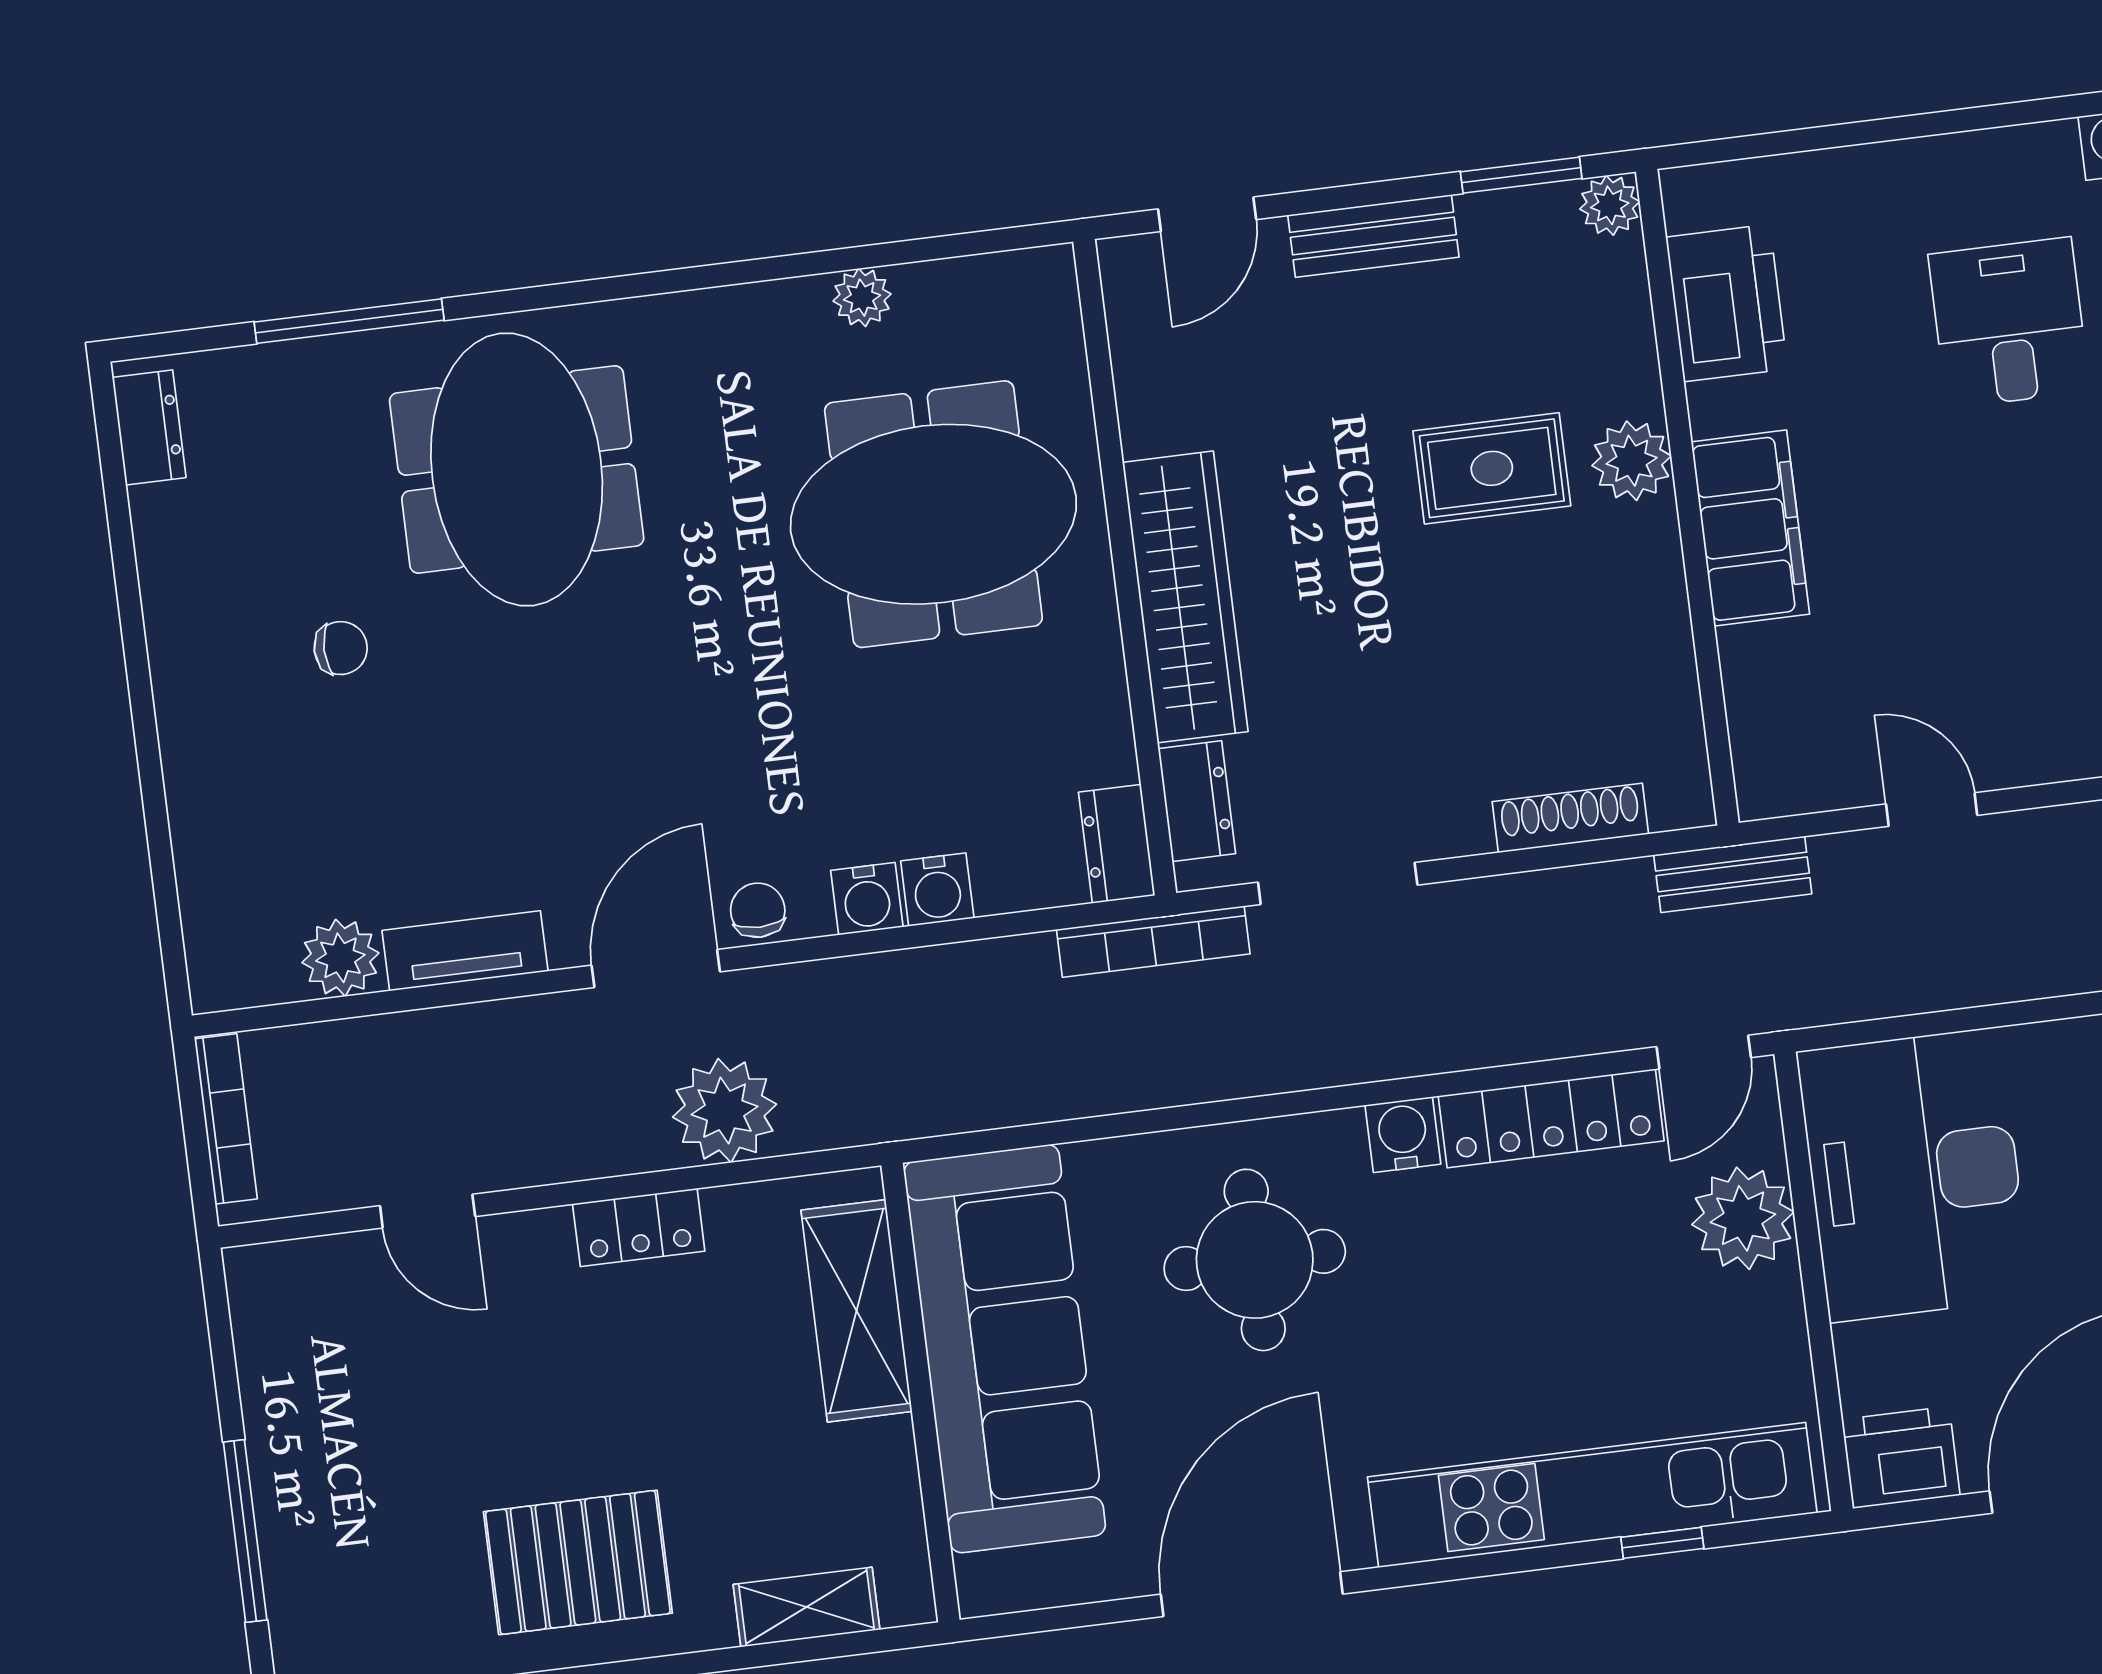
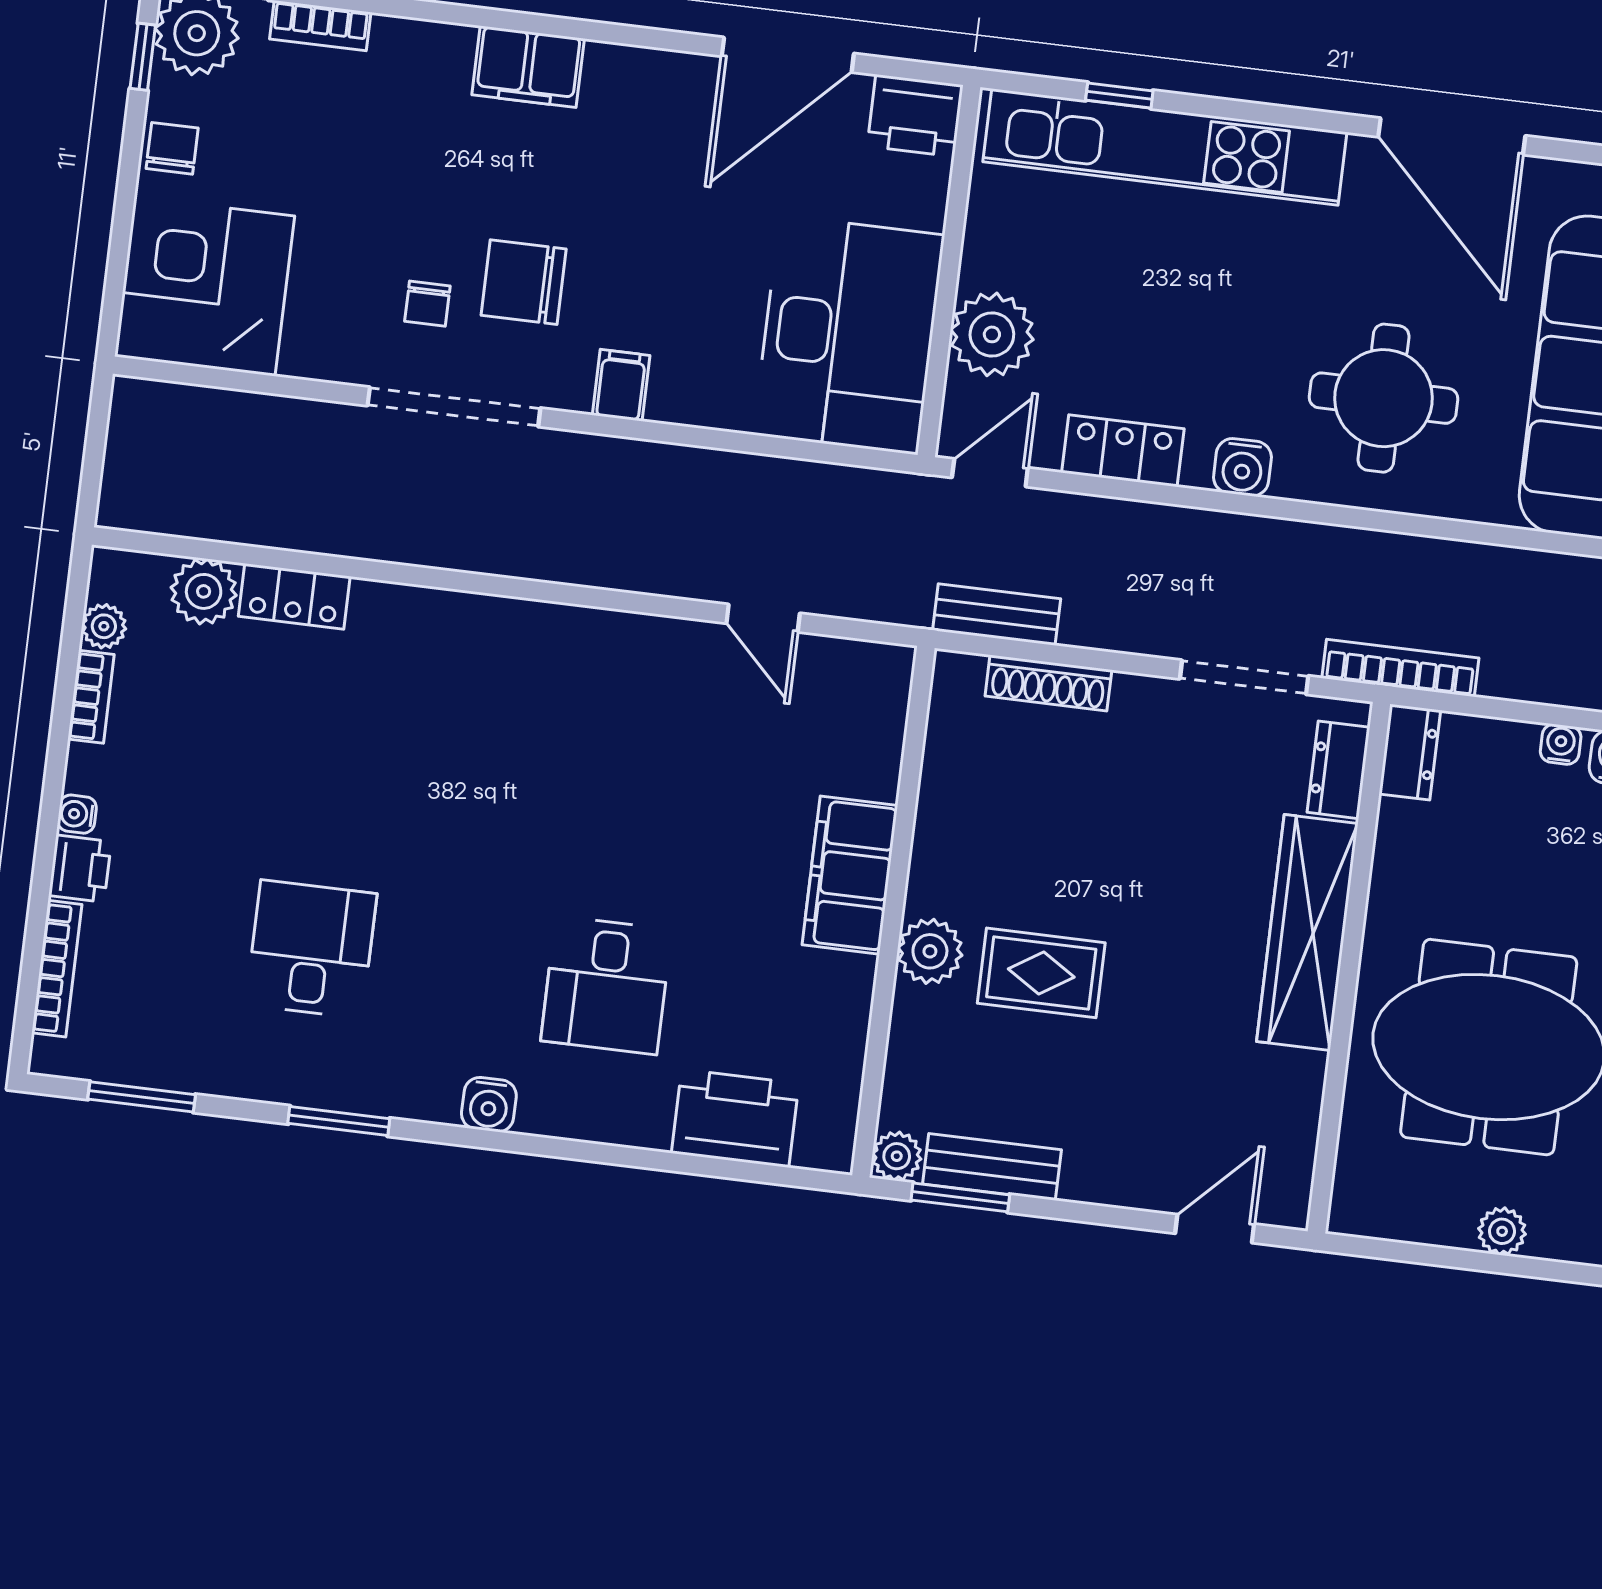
bench: (1373, 236) -> (992, 1167), moved
printer: (1727, 303) -> (735, 1118), moved, turned 90
bench: (1733, 874) -> (997, 615), moved
water cooler: (937, 890) -> (1561, 744), width x0.72, depth x0.72
locker: (1551, 1118) -> (1123, 451), width x0.66
door: (1252, 1594) -> (1452, 136), hinge flipped

